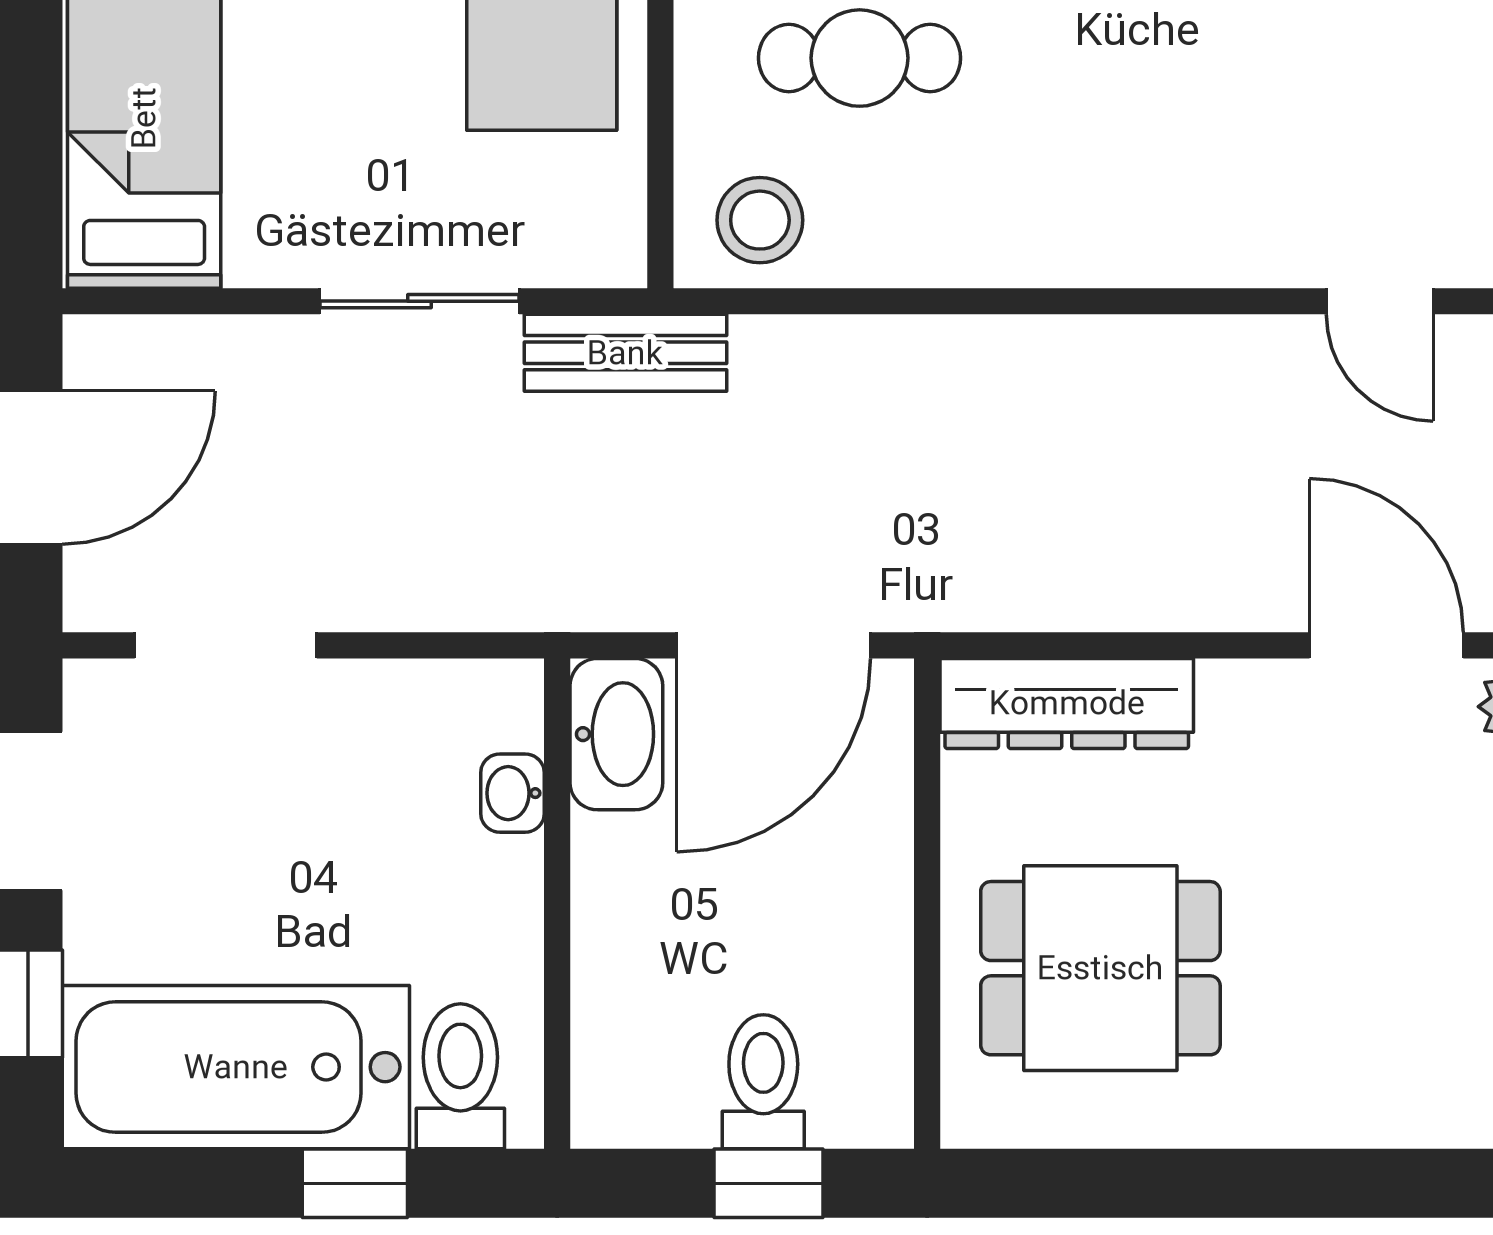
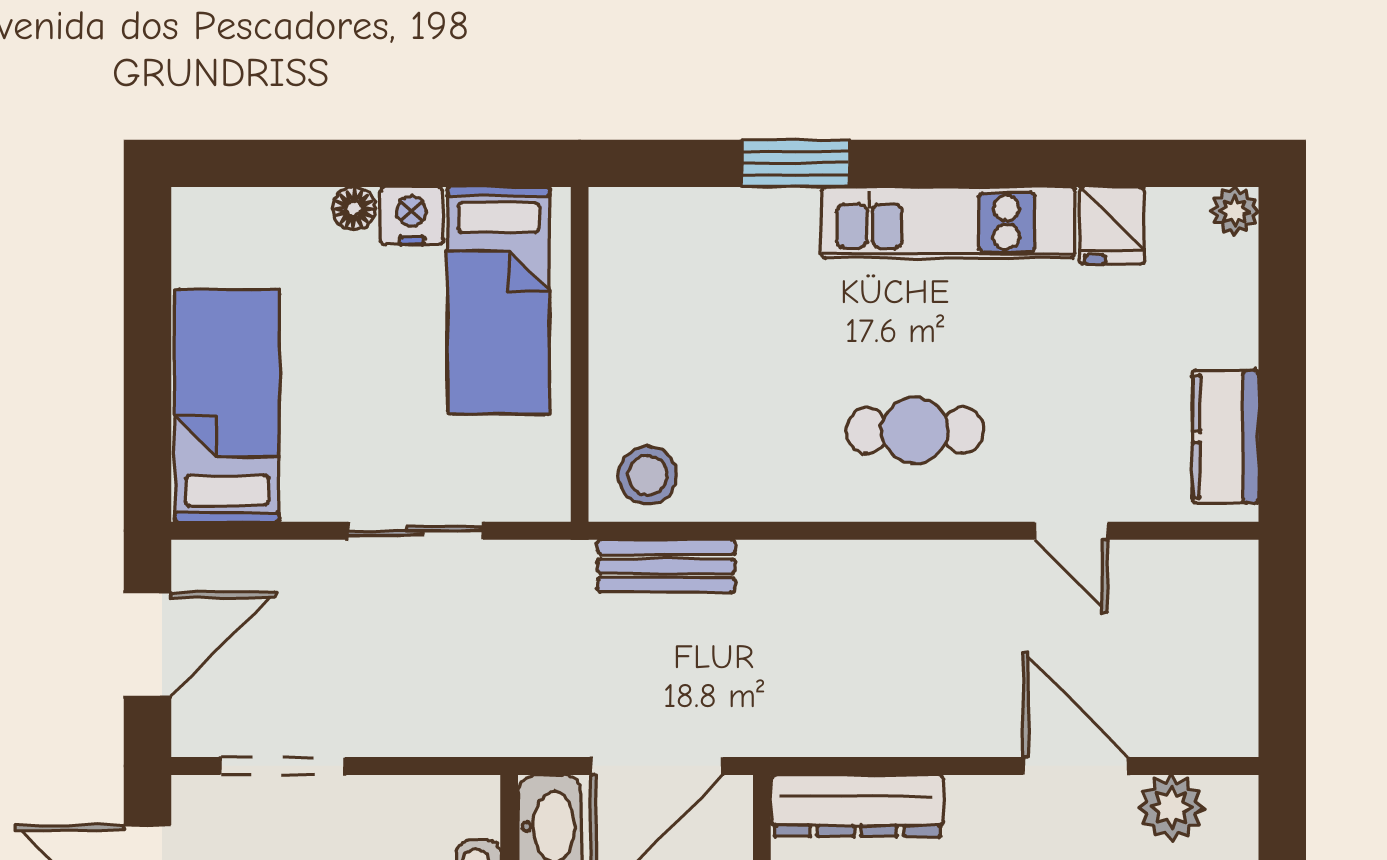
cafe table: (860, 58) -> (915, 430), moved
bench: (625, 353) -> (666, 566), moved

